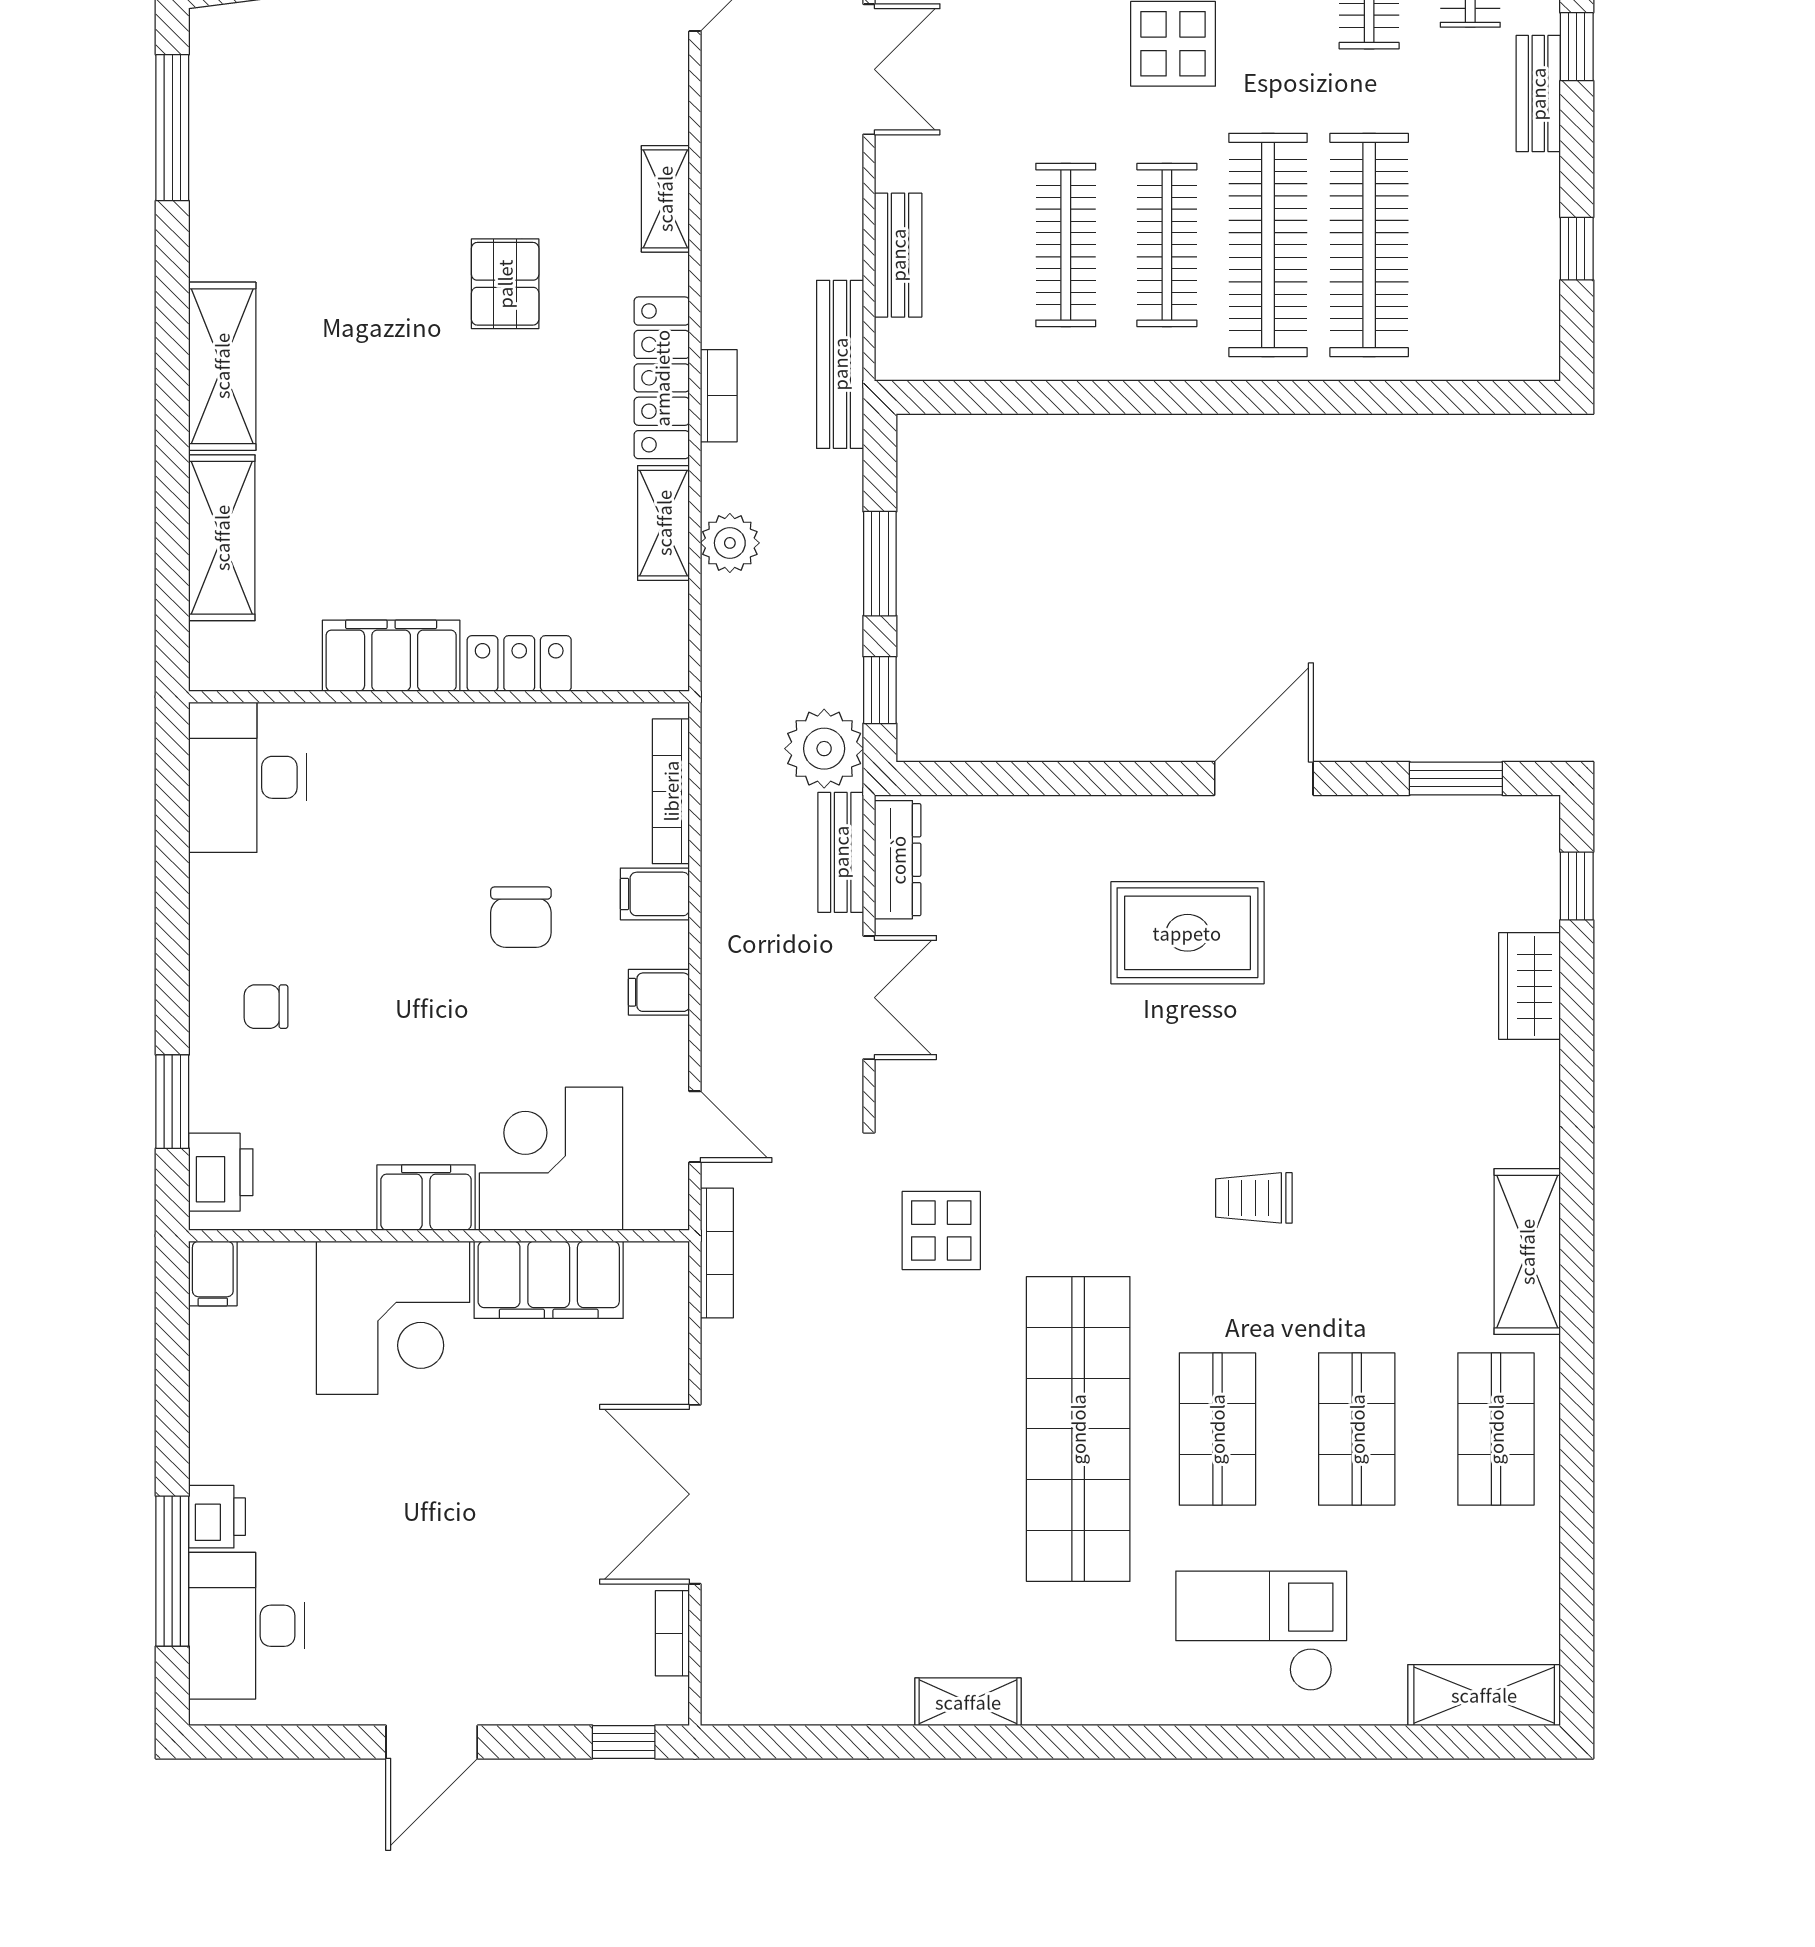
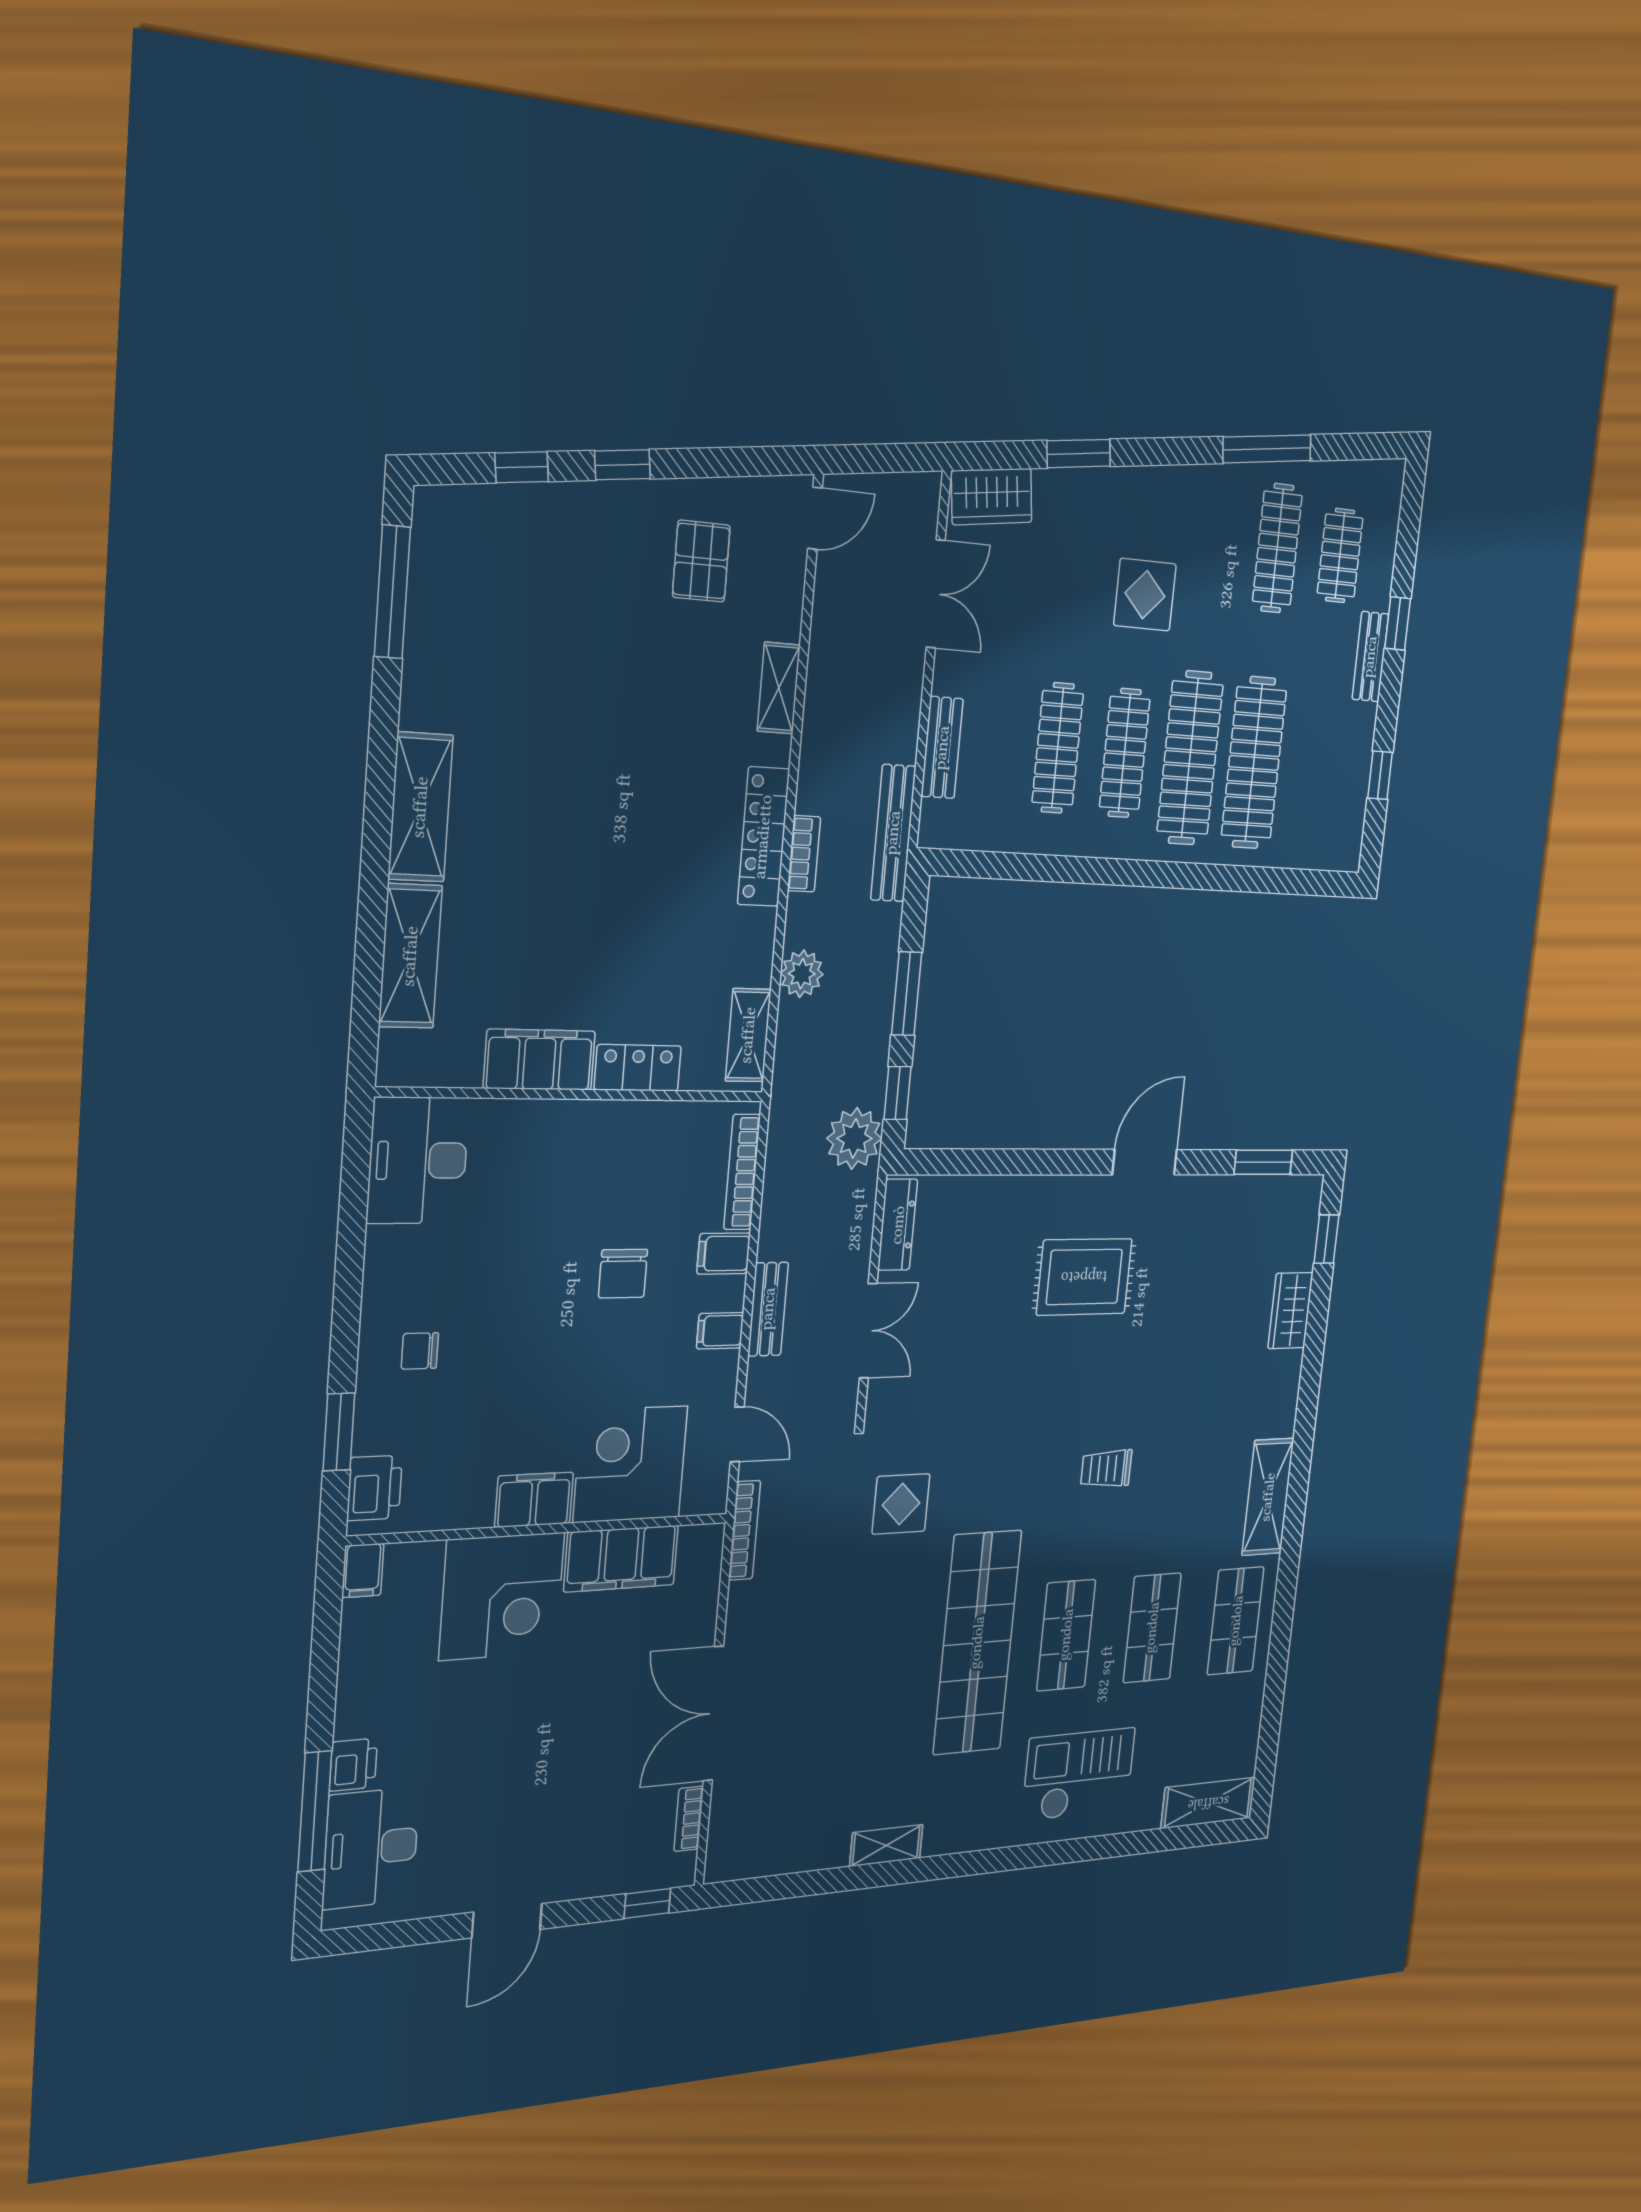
pallet: (505, 284) -> (701, 561), moved
shelving: (664, 523) -> (748, 1035), moved
bench: (841, 852) -> (768, 1309), moved

